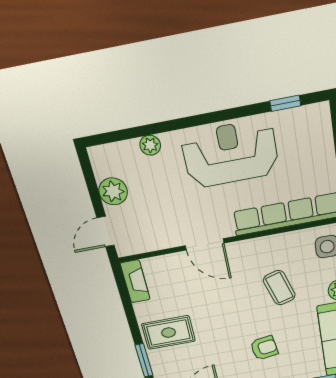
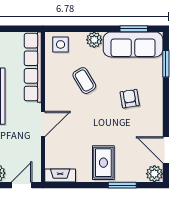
door: (106, 232) -> (22, 185), swing flipped
coffee table: (279, 288) -> (84, 81), turned 76

